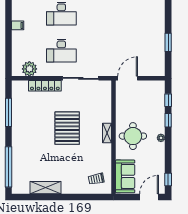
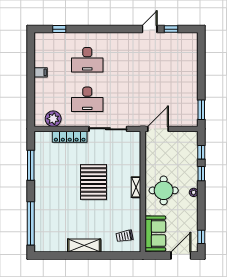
window: (168, 42) -> (201, 110), moved
shelving: (45, 188) -> (84, 246), moved

